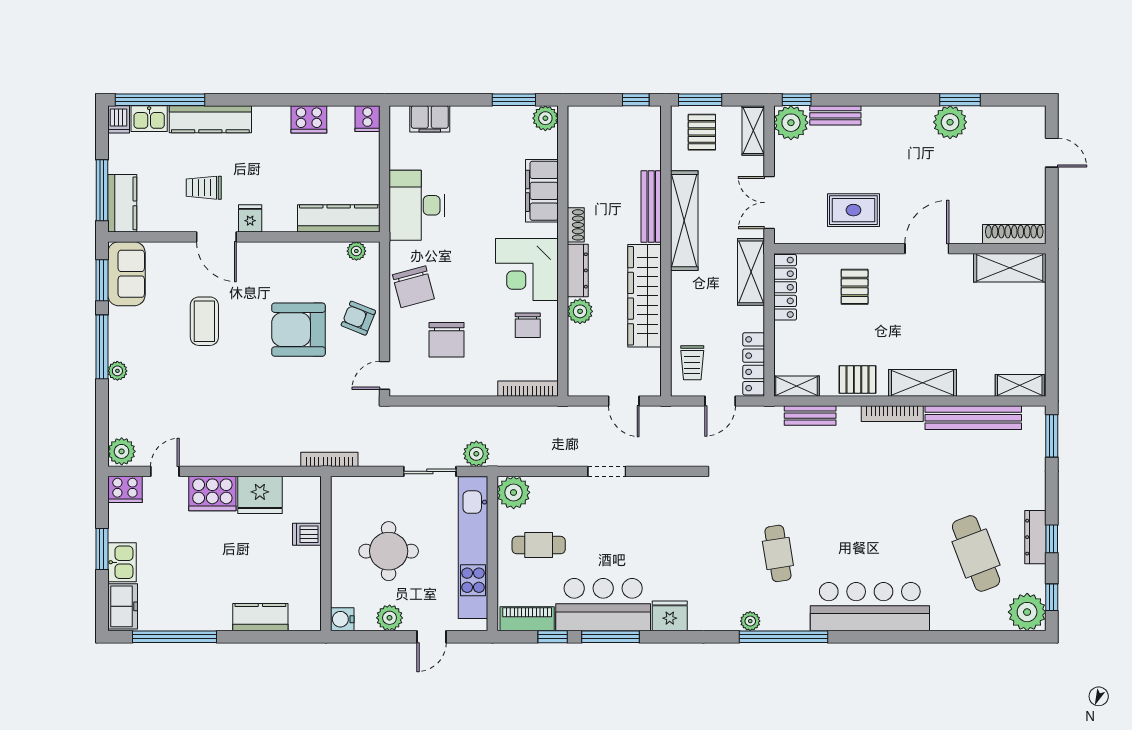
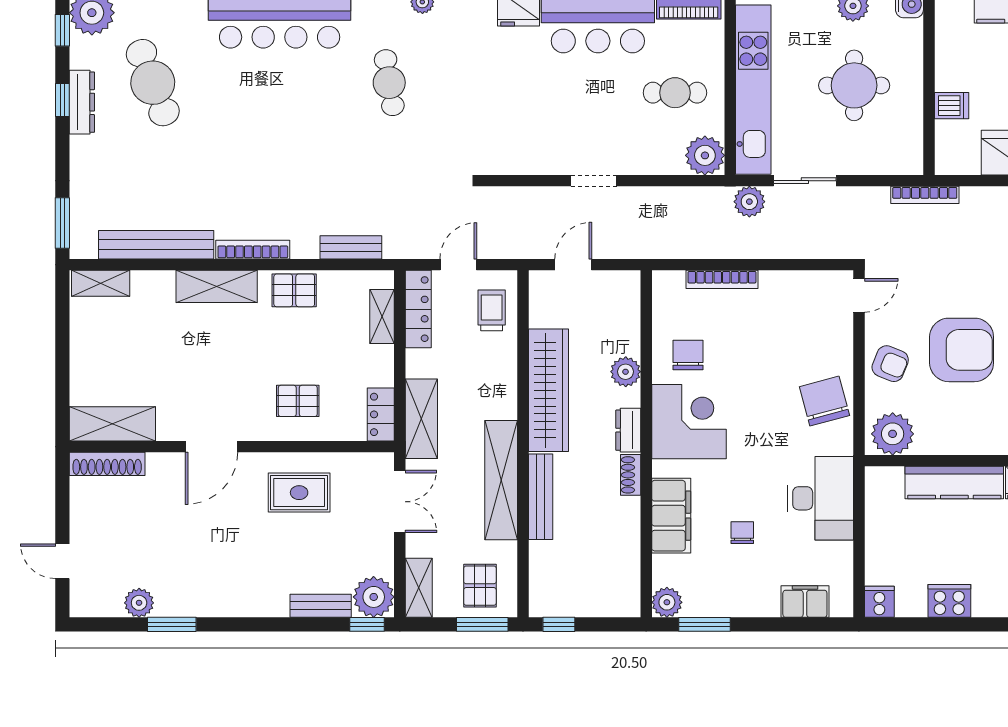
plant: (950, 122) -> (139, 603), moved, width x0.73, depth x0.73
kitchen counter: (339, 218) -> (954, 483), moved
plant: (356, 251) -> (893, 434), width x1.87, depth x1.87
dresser: (578, 270) -> (628, 430), width x0.70
locker: (785, 287) -> (381, 414), width x0.66
pallet: (855, 287) -> (298, 401), turned 90
chair: (447, 340) -> (742, 533), moved, width x0.54, depth x0.54
shelving: (796, 386) -> (382, 317), moved, turned 90
bookcase: (528, 389) -> (722, 279), moved
door: (624, 401) -> (573, 265), hinge flipped

